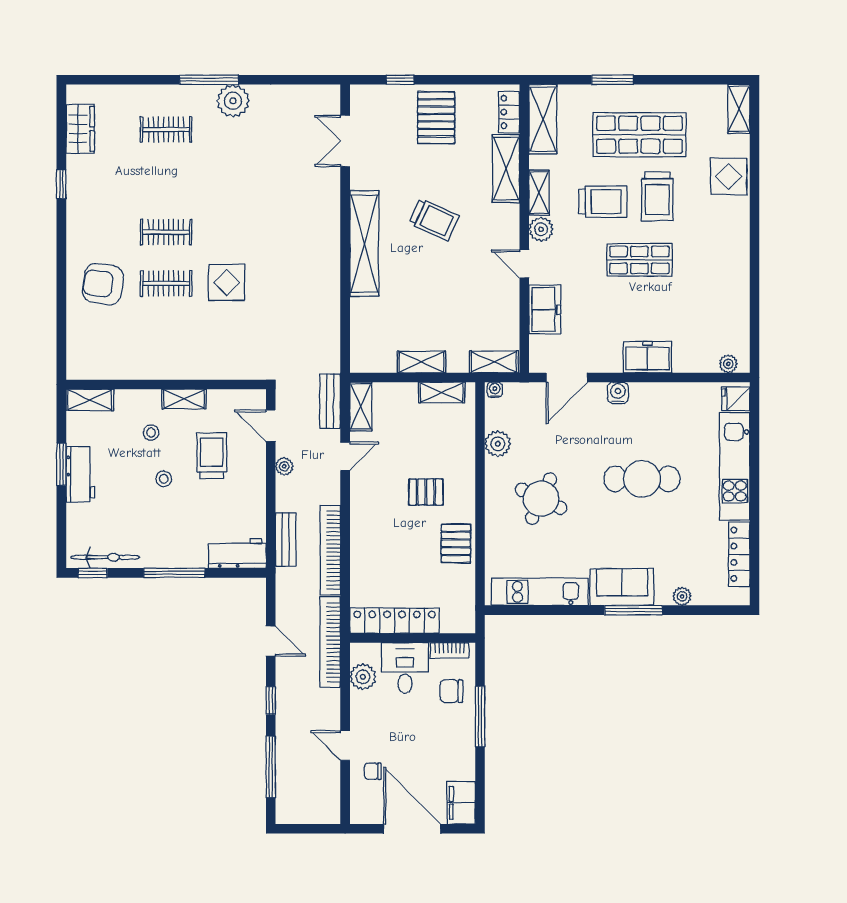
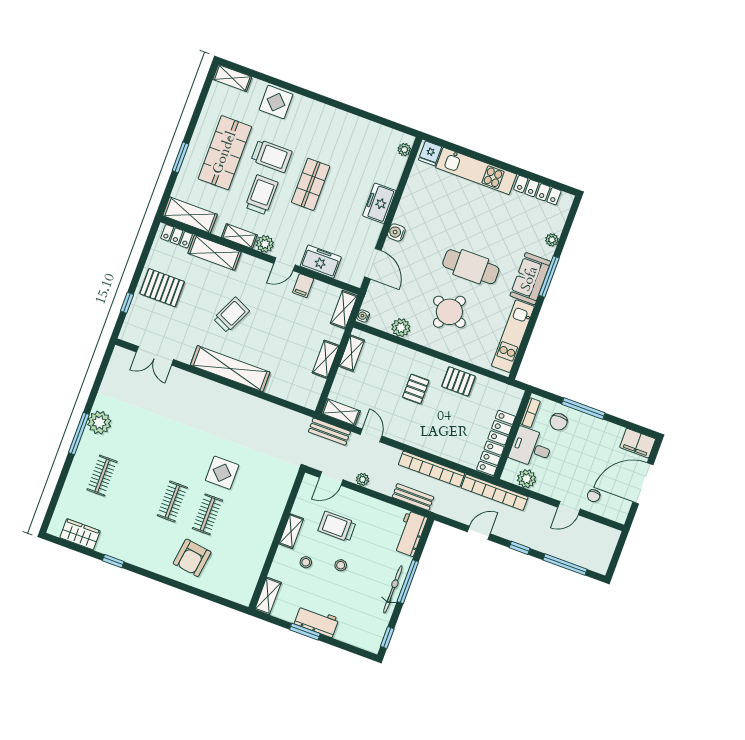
filing cabinet: (506, 298) -> (303, 286), added
cafe table: (642, 479) -> (471, 267), moved, turned 90
bicycle: (105, 557) -> (393, 589), moved

